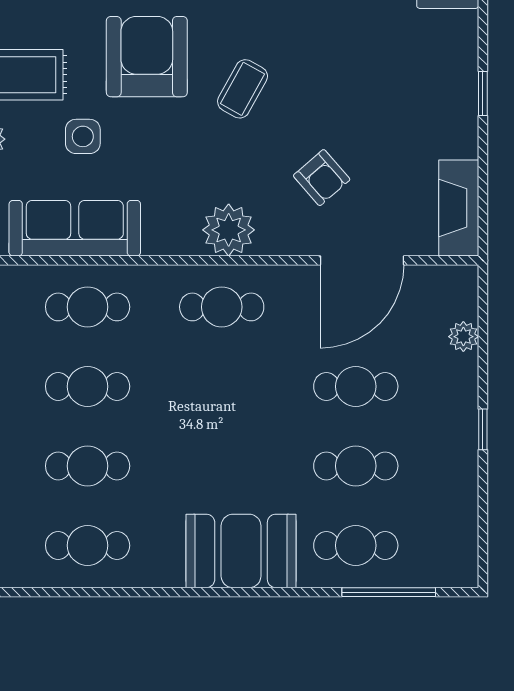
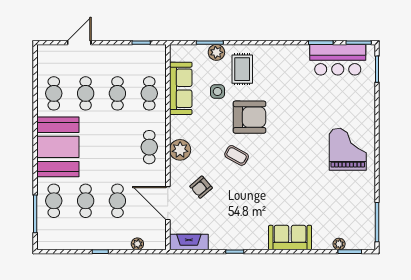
booth: (241, 551) -> (58, 147), width x1.36, depth x1.42

